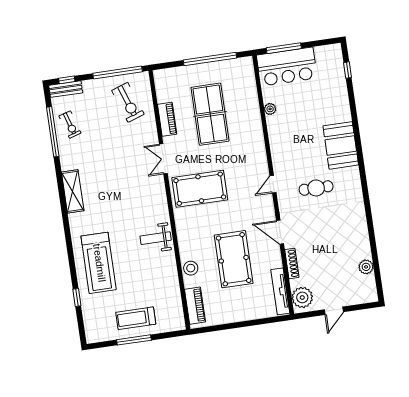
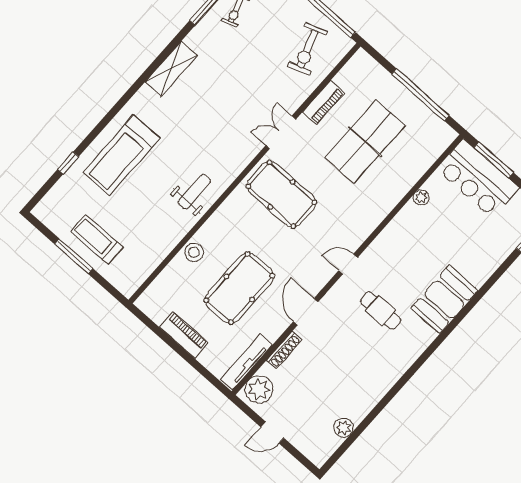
weight bench: (156, 238) -> (194, 192), turned 90
piano: (195, 306) -> (184, 335), moved, turned -90

